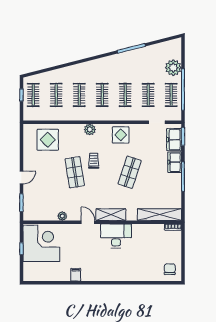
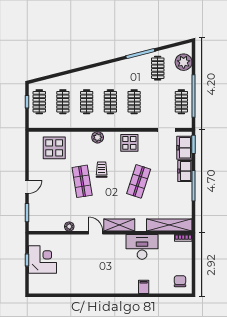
plant: (173, 68) -> (184, 62), moved
clothes rail: (148, 95) -> (158, 68), moved
desk: (116, 236) -> (142, 247), moved
corner desk: (41, 243) -> (43, 260), width x0.74, depth x0.74
filing cabinet: (76, 275) -> (144, 287), moved

